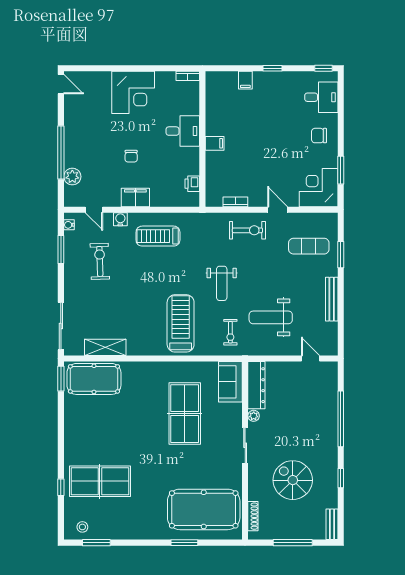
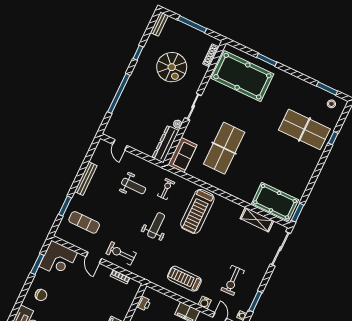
treadmill: (158, 236) -> (184, 279), turned 180
weight bench: (271, 317) -> (134, 186), width x0.73, depth x0.75

